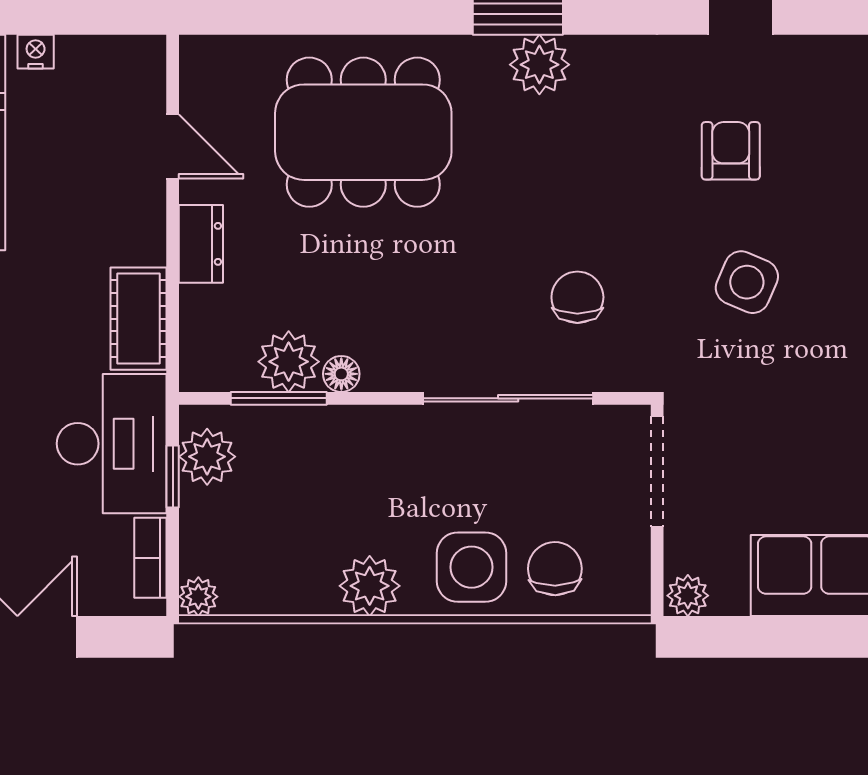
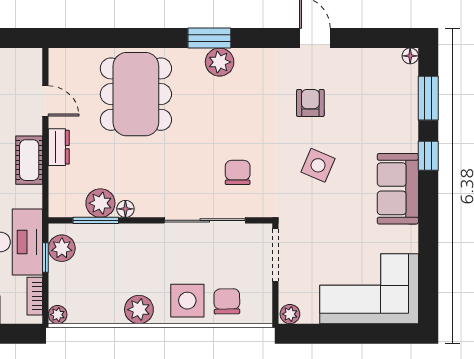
dining table: (363, 132) -> (136, 94), turned 90
cot: (138, 319) -> (29, 160), moved

